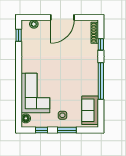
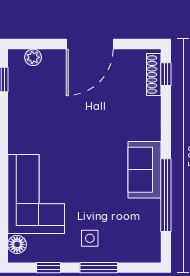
window: (101, 44) -> (166, 74), moved
window: (101, 81) -> (166, 195), moved
sofa: (90, 110) -> (145, 170), moved

